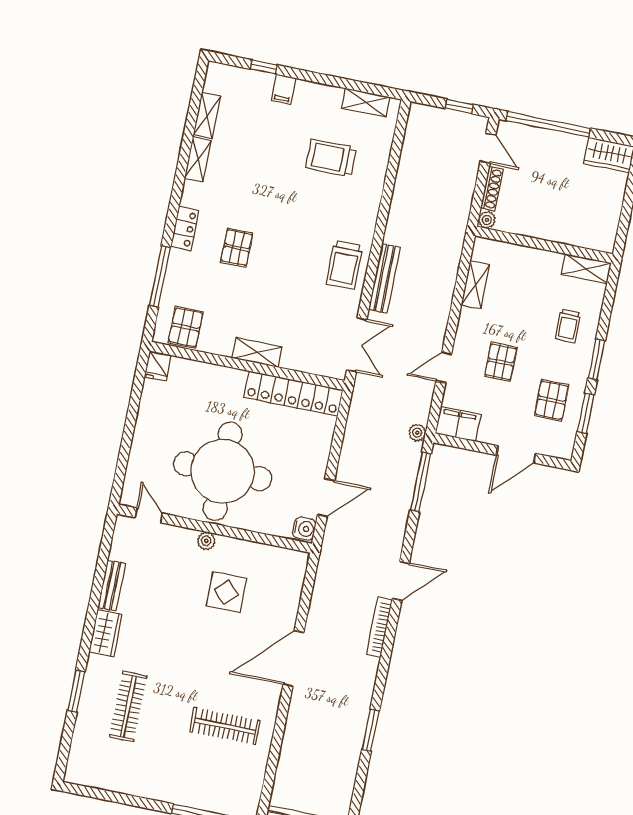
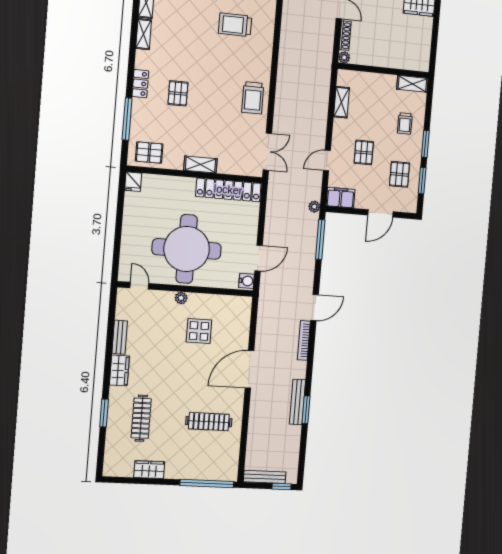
bench: (384, 279) -> (297, 402), moved
pallet: (186, 327) -> (149, 153), turned 90
wardrobe: (131, 783) -> (149, 470), added

